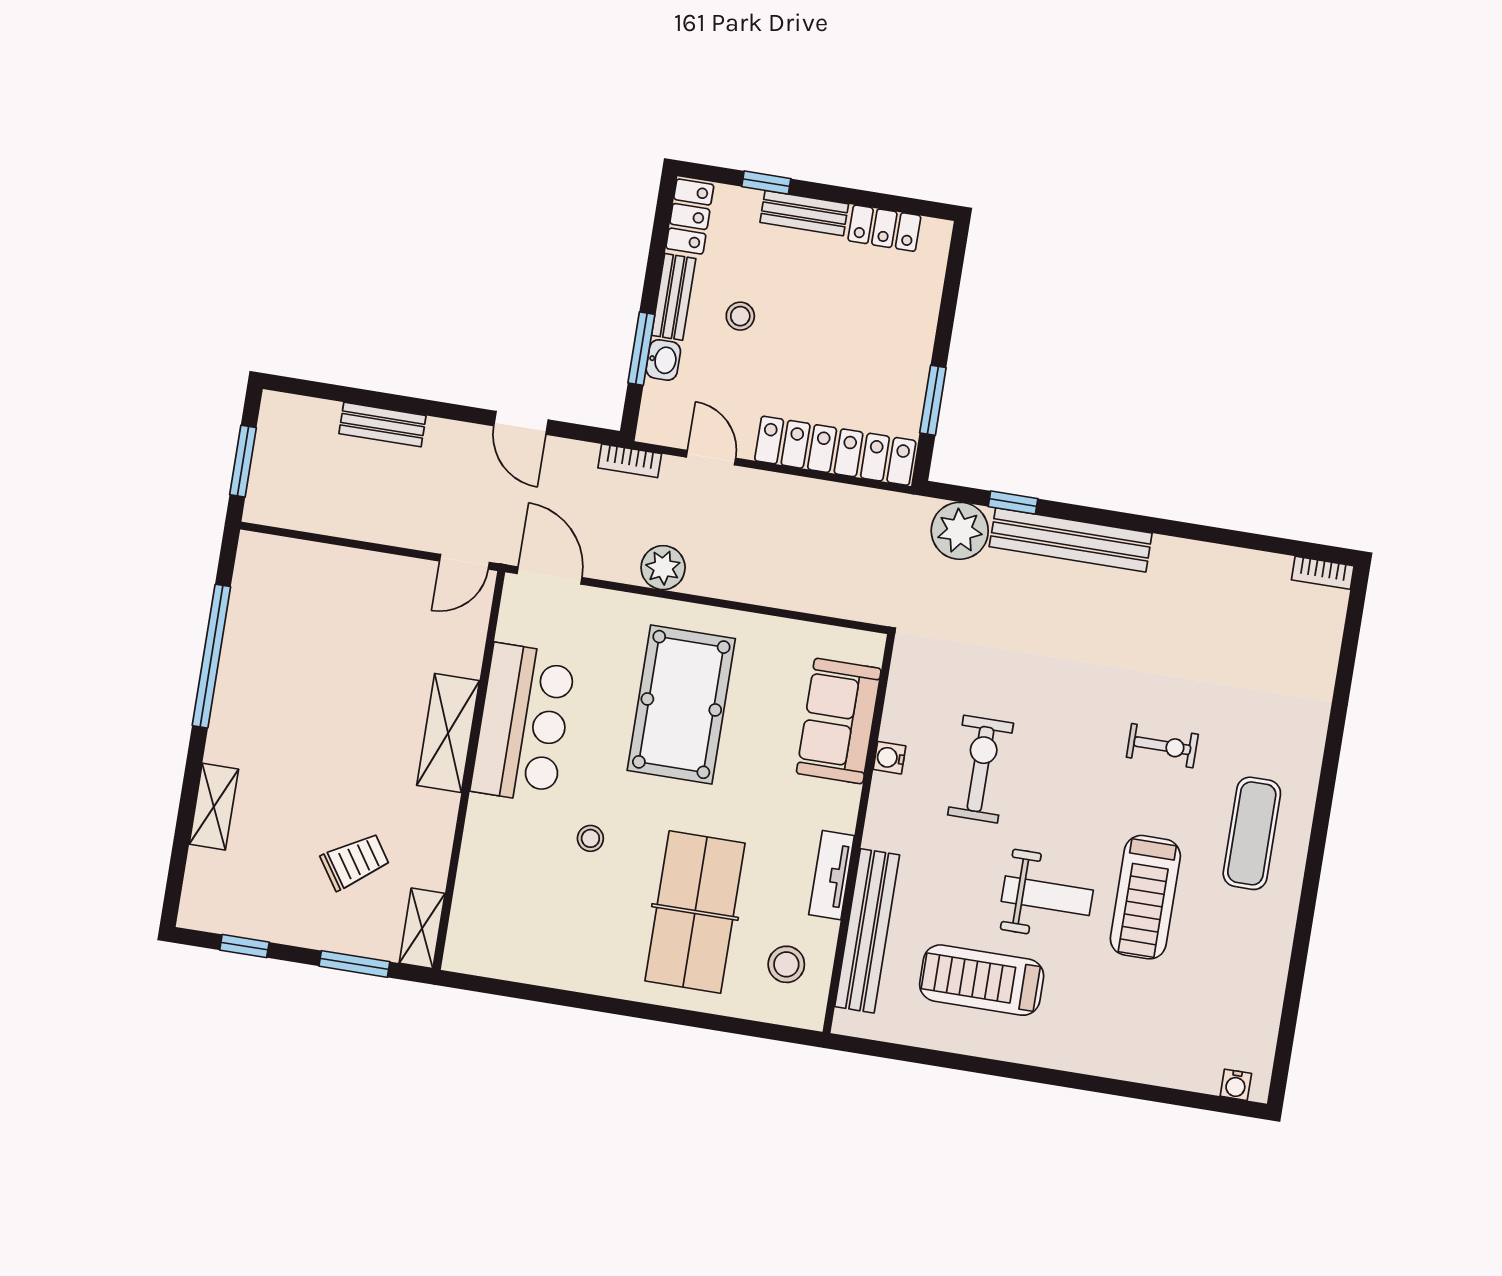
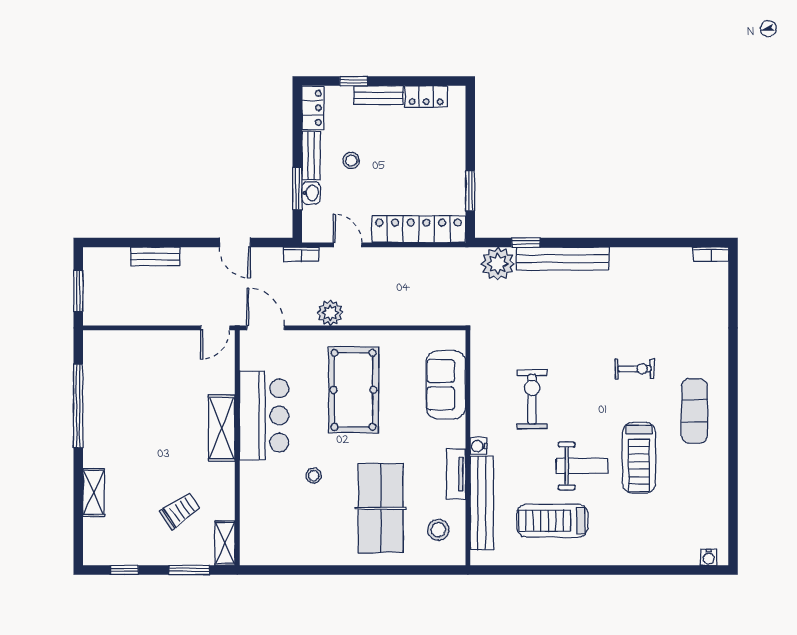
water cooler: (889, 758) -> (478, 446), moved

